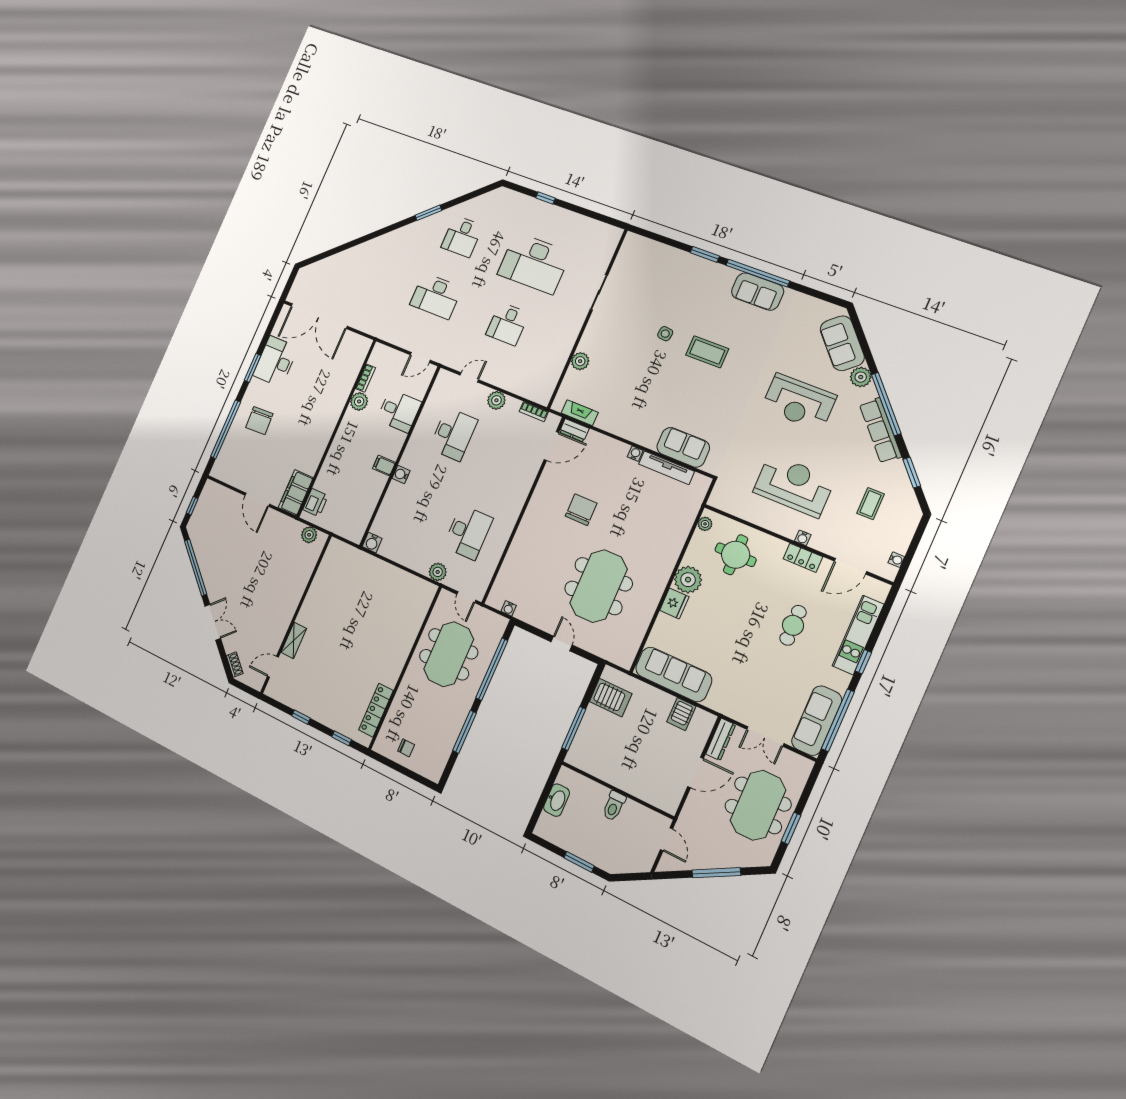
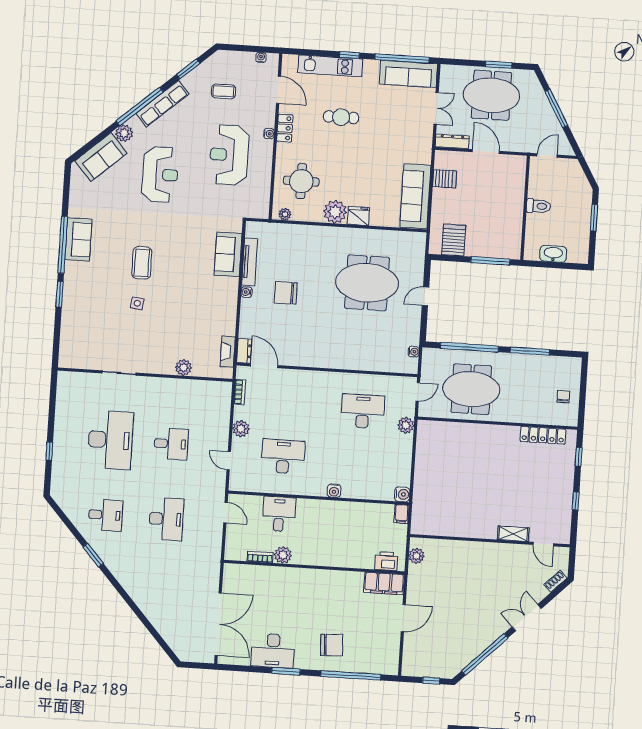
filing cabinet: (384, 466) -> (401, 514), moved
chair: (581, 510) -> (286, 293), moved

